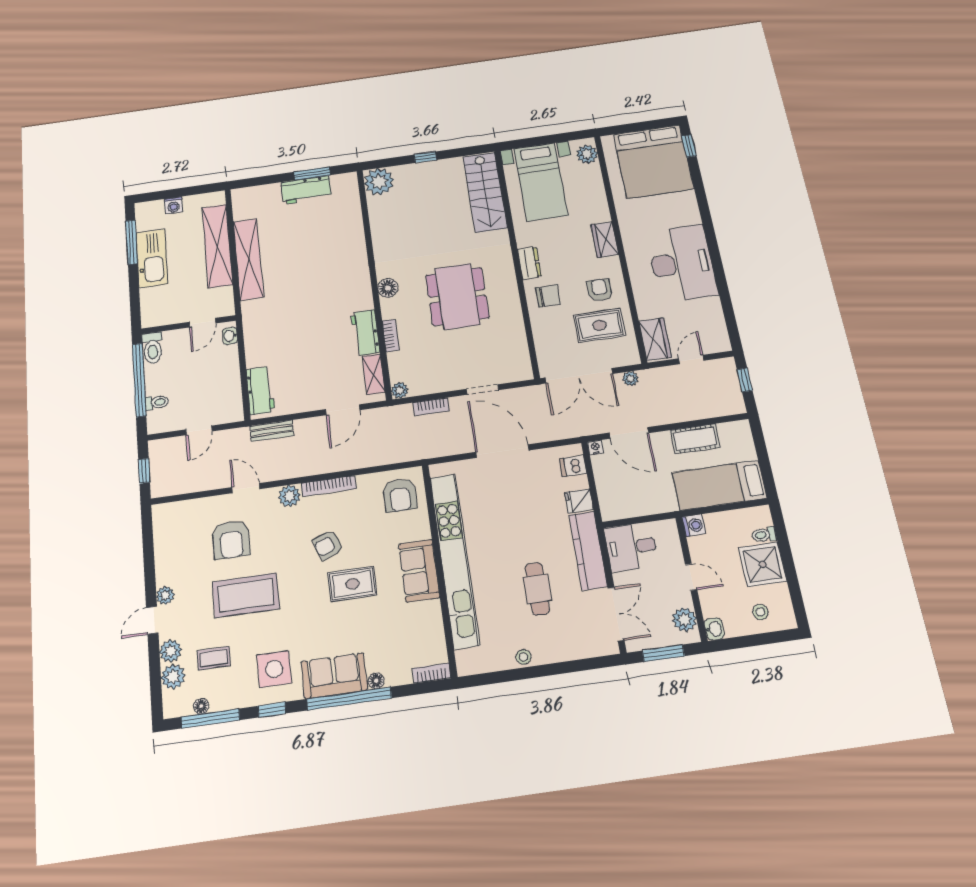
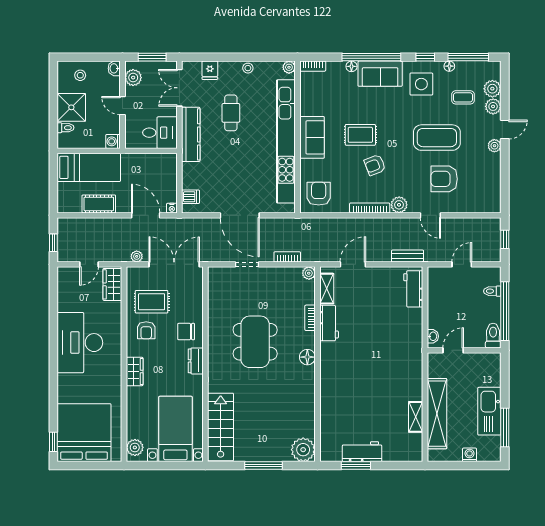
window: (425, 157) -> (263, 466), width x2.17
shelving: (248, 259) -> (416, 417), width x0.45, depth x0.75
fridge: (579, 501) -> (210, 70), moved, turned 90
armchair: (231, 540) -> (444, 179), turned -90
armchair: (328, 545) -> (375, 165), turned 180
plant: (465, 667) -> (289, 67), added
floor lamp: (201, 706) -> (449, 66), moved

